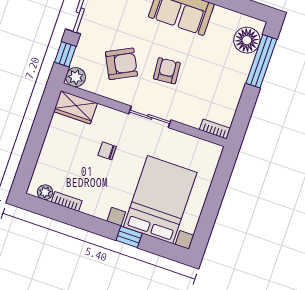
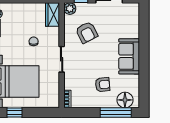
armchair: (167, 71) -> (103, 85), moved
window: (208, 219) -> (14, 112), added

